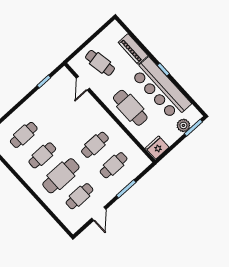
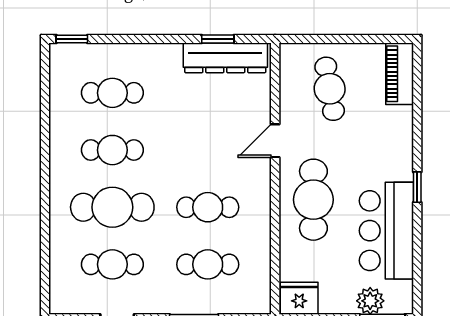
piano: (133, 49) -> (400, 74), moved
door: (83, 83) -> (275, 141), moved
dresser: (53, 86) -> (225, 58), added
bar counter: (161, 89) -> (386, 231), width x0.73

